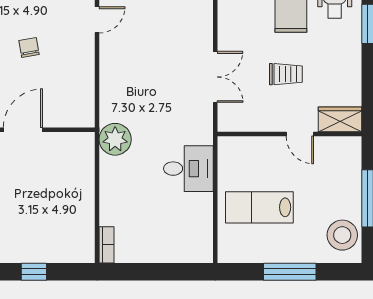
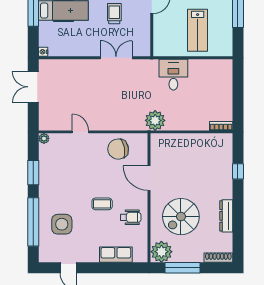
chair: (29, 47) -> (118, 149), moved, width x1.87, depth x1.87

